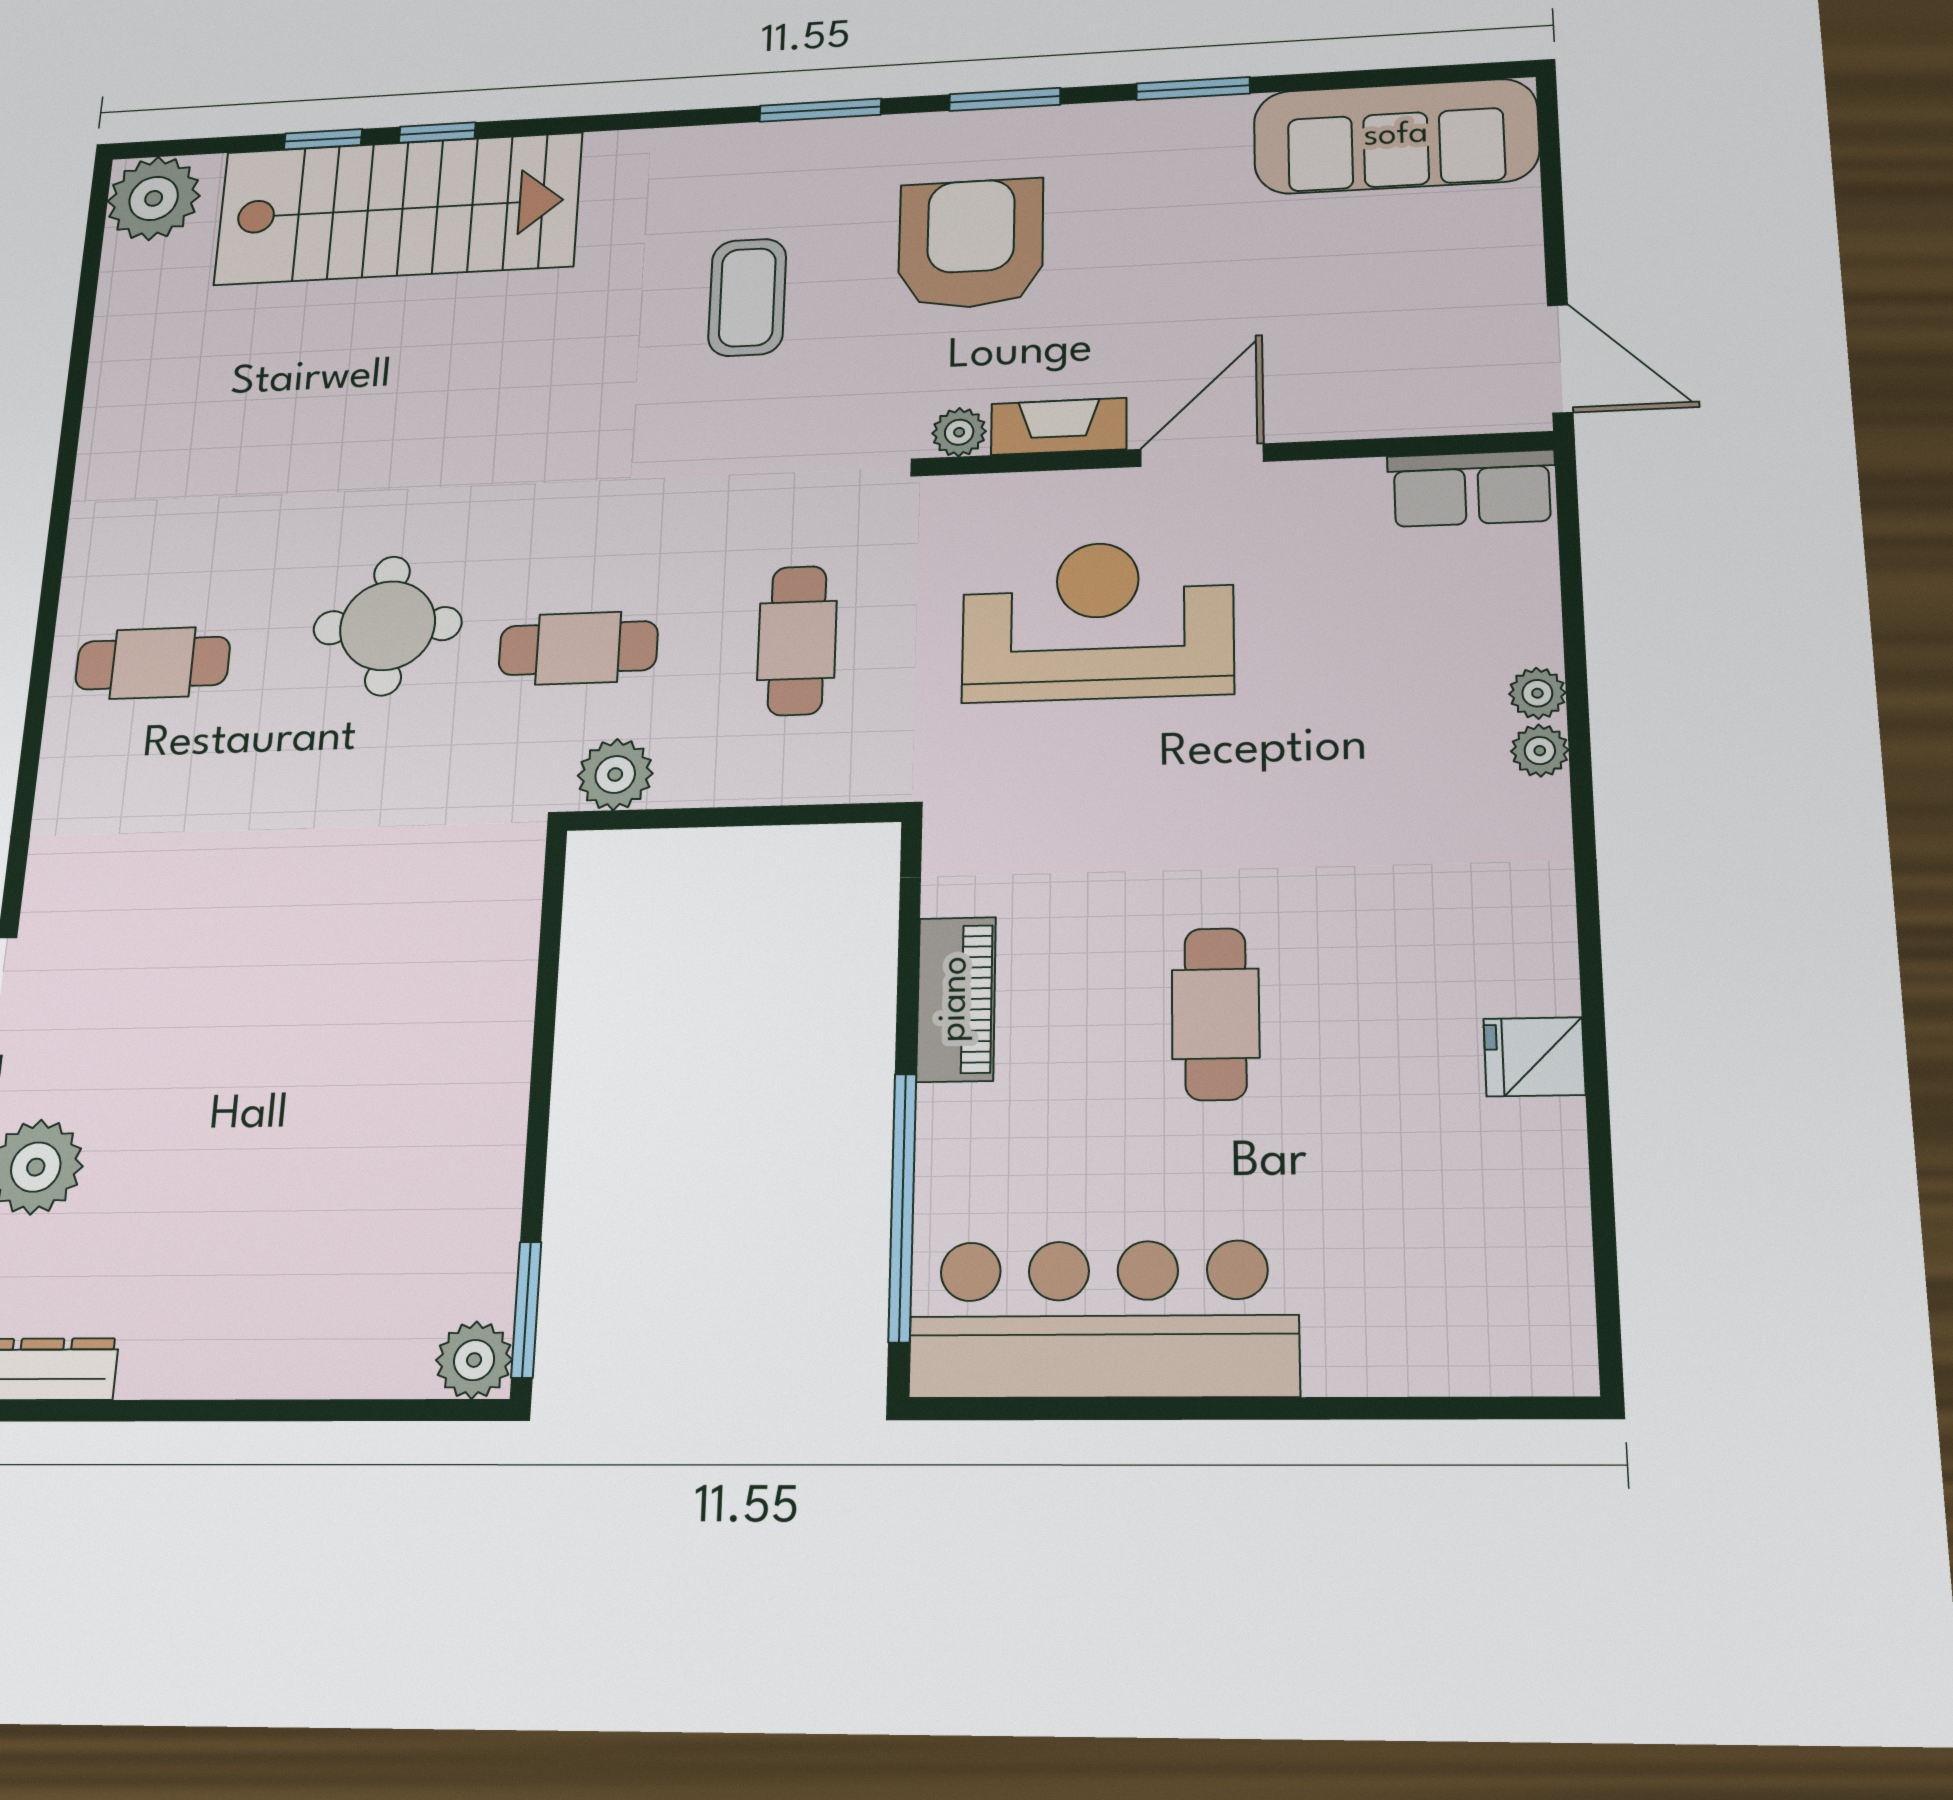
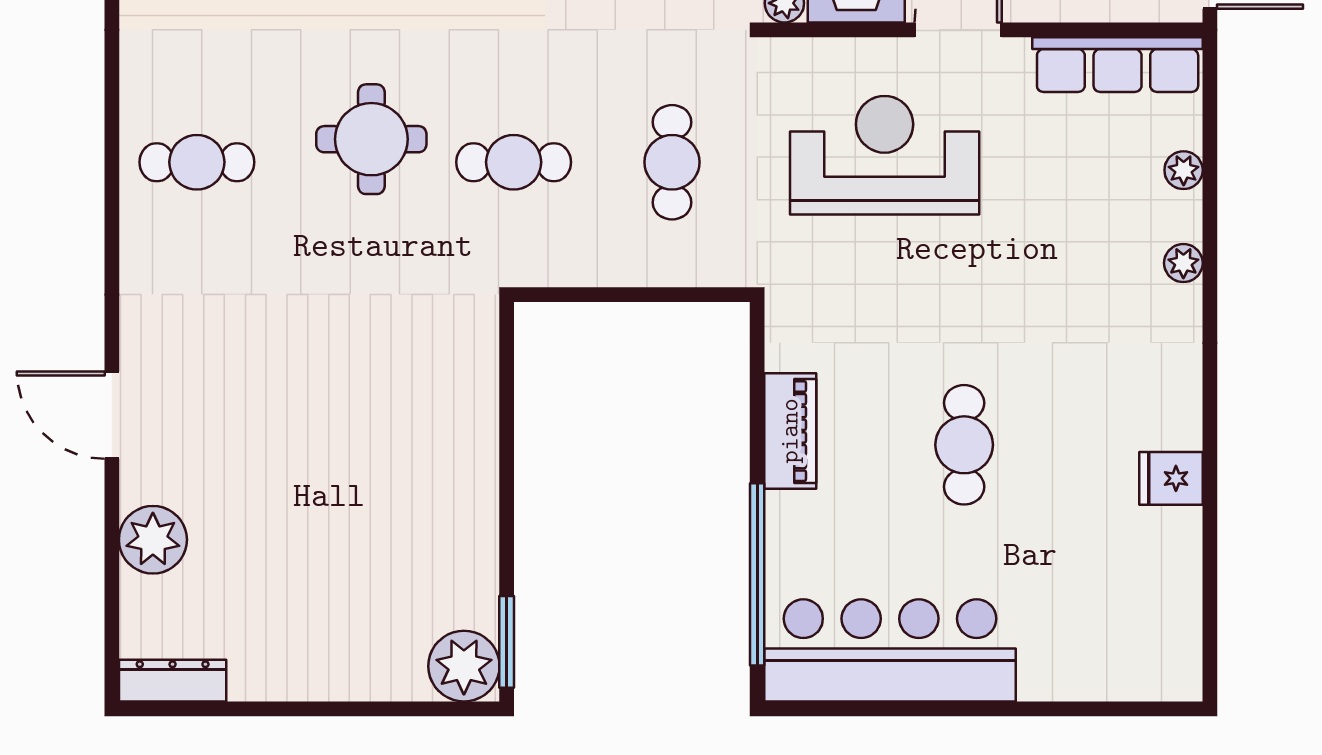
row of seats: (1472, 488) -> (1118, 65), width x1.48
plant: (1537, 693) -> (1184, 170), moved
plant: (615, 775) -> (546, 260), removed
plant: (474, 1360) -> (464, 666), width x1.36, depth x1.36

